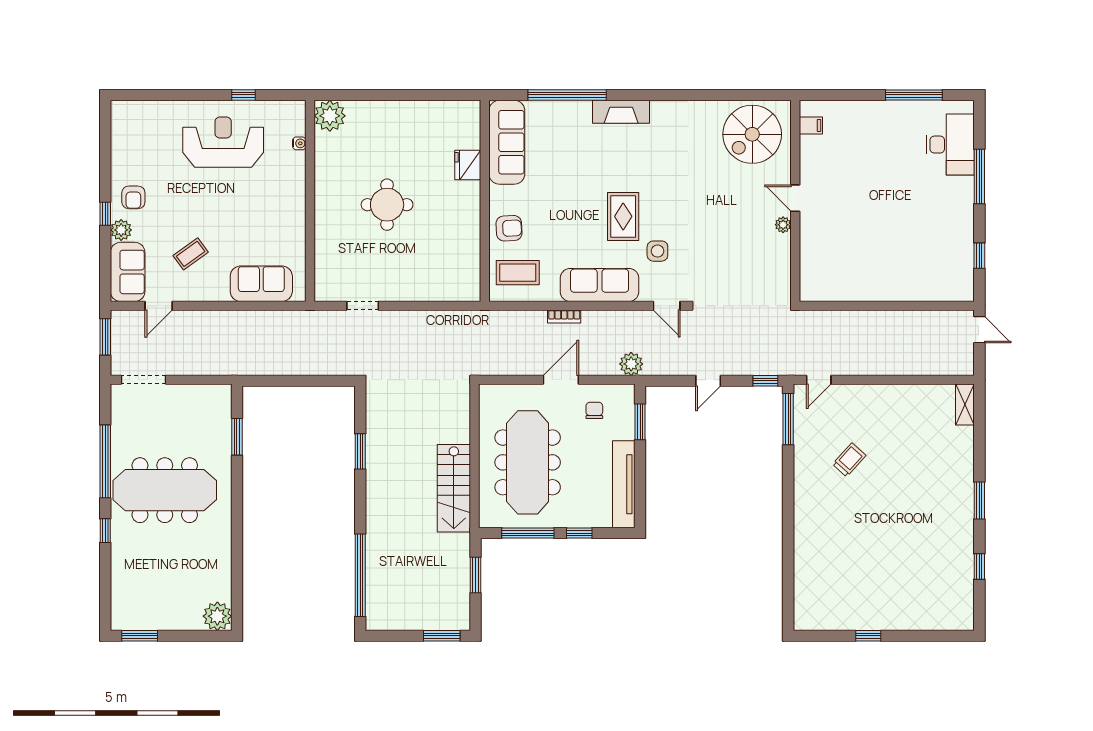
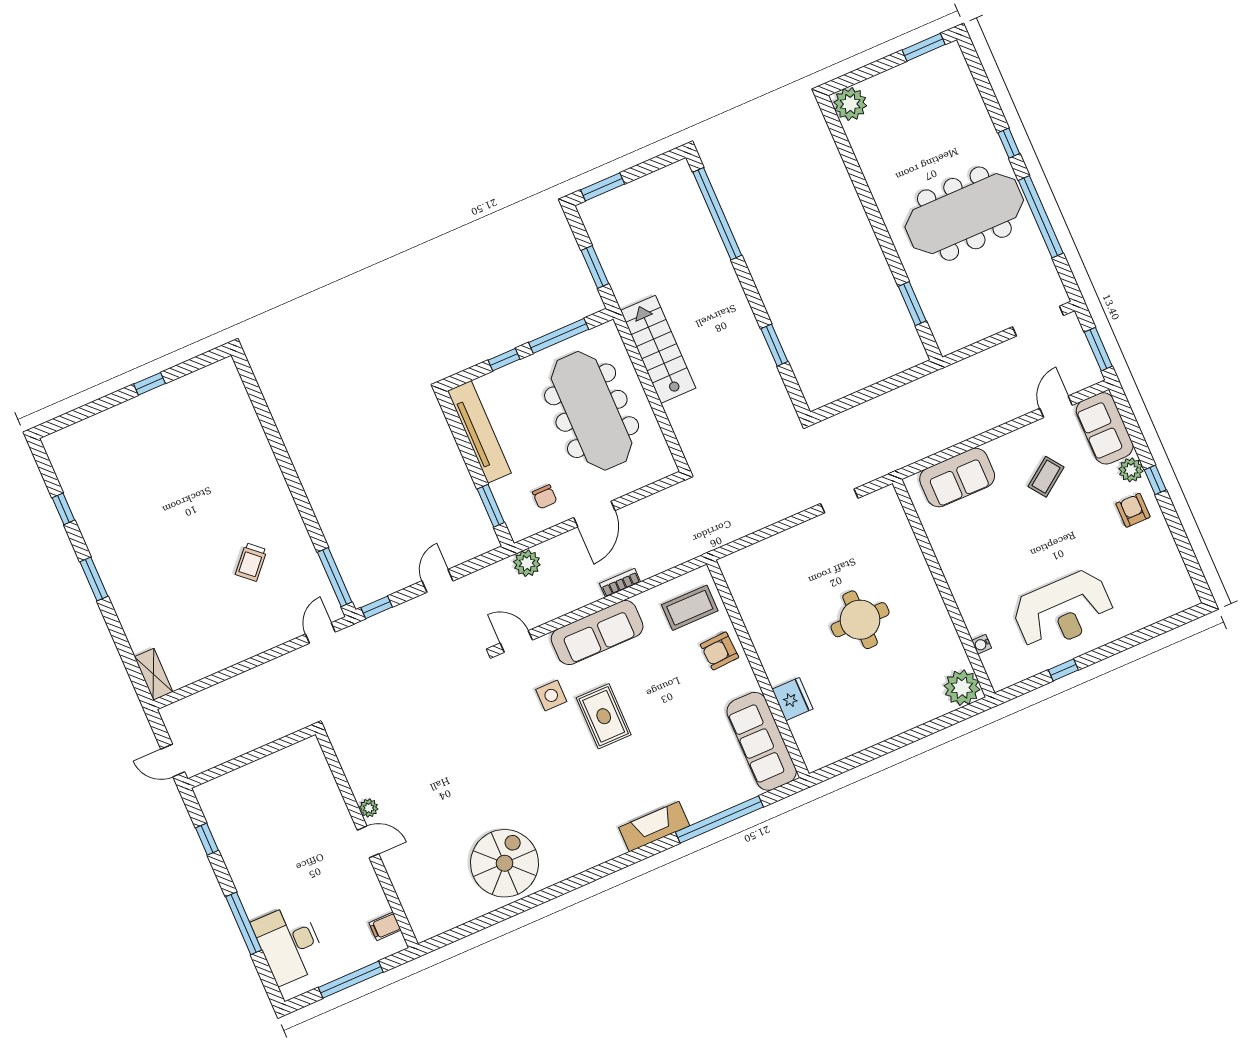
filing cabinet: (811, 125) -> (385, 926), moved
door: (795, 198) -> (368, 842), moved
wall: (795, 201) -> (367, 839), moved
plant: (783, 225) -> (369, 808), moved

